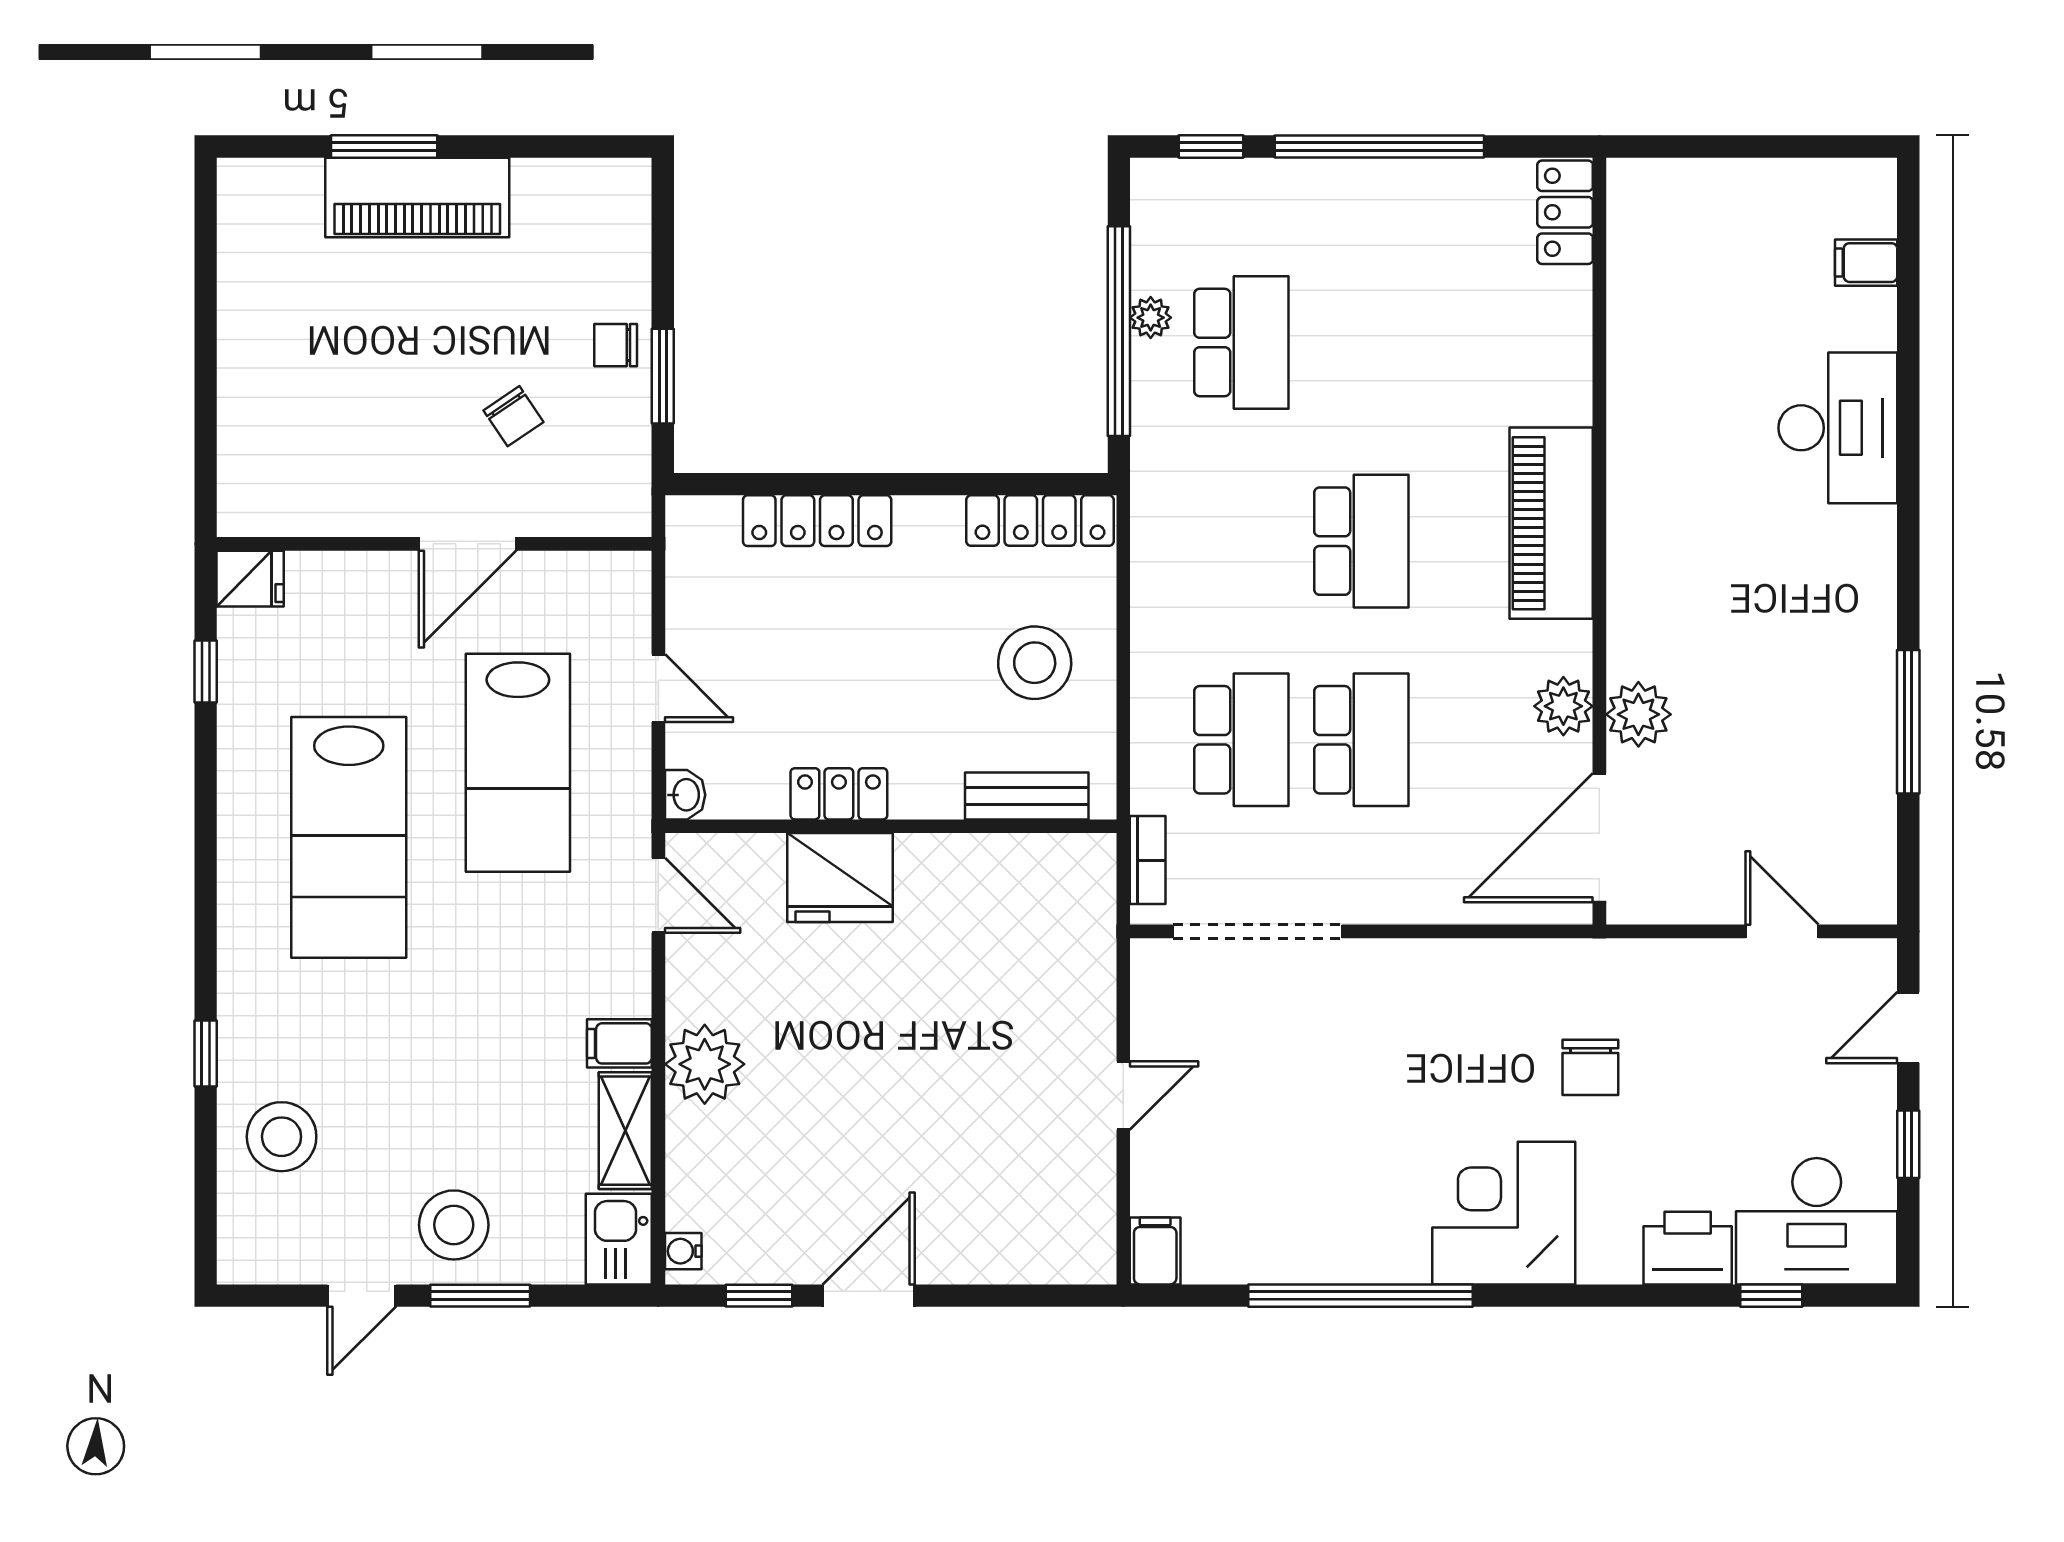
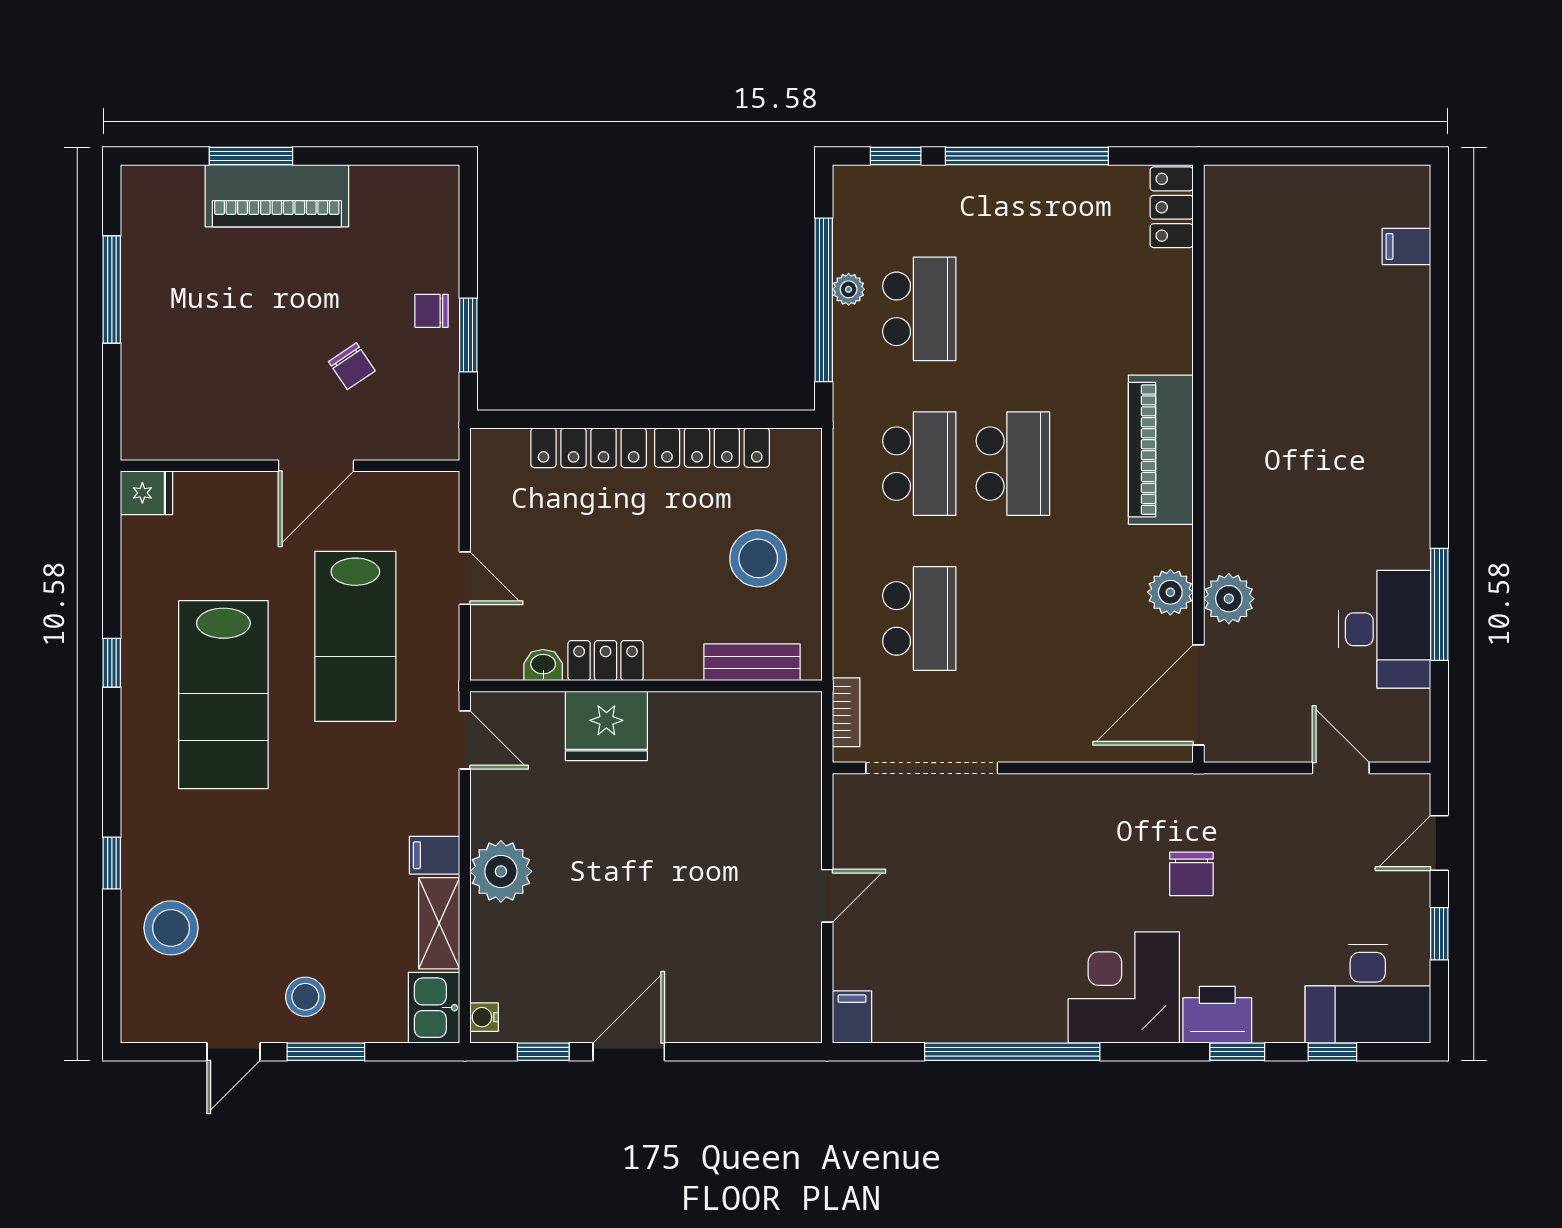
window: (206, 318) -> (112, 289), added
desk: (1838, 428) -> (1384, 629), moved
locker: (1040, 521) -> (712, 448), moved
window: (206, 671) -> (112, 663), moved
school desk: (1361, 740) -> (919, 464), moved
washbasin: (685, 795) -> (543, 665), moved, turned -90
stool: (454, 1225) -> (305, 997), width x0.73, depth x0.73
printer: (1688, 1248) -> (1217, 1015), moved
window: (1649, 1296) -> (1237, 1052), added

